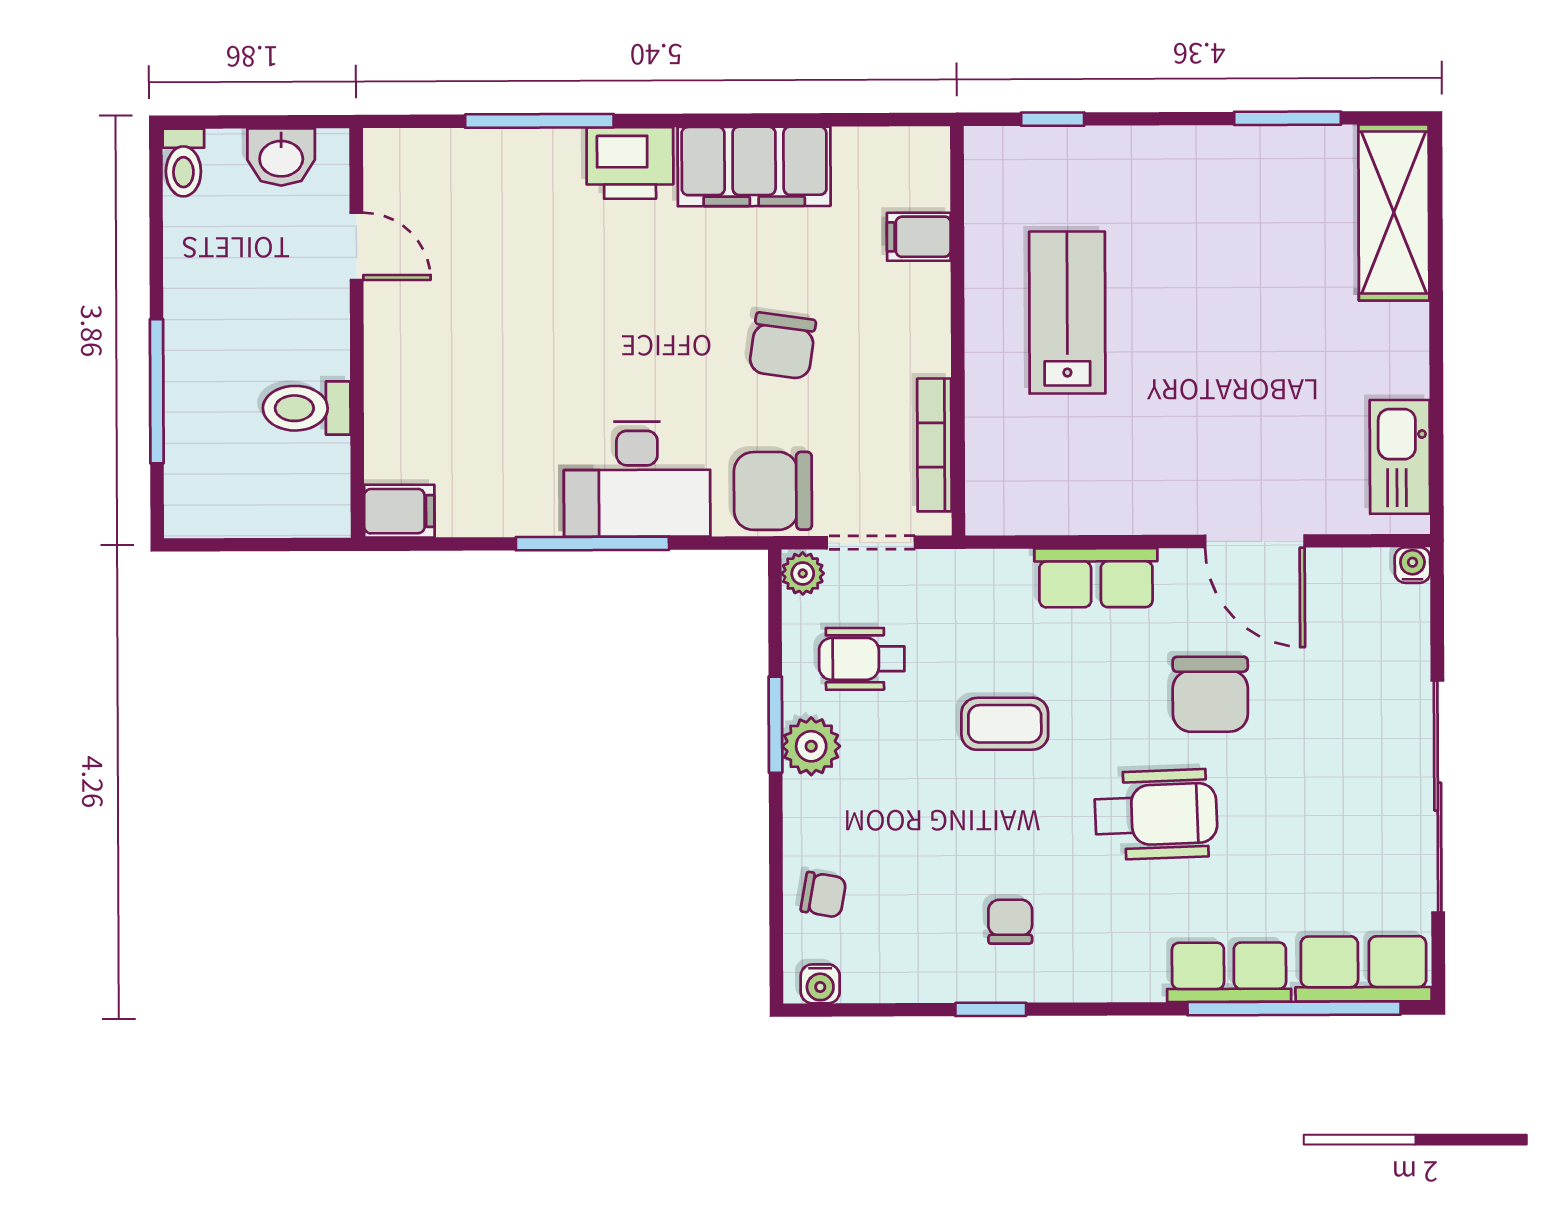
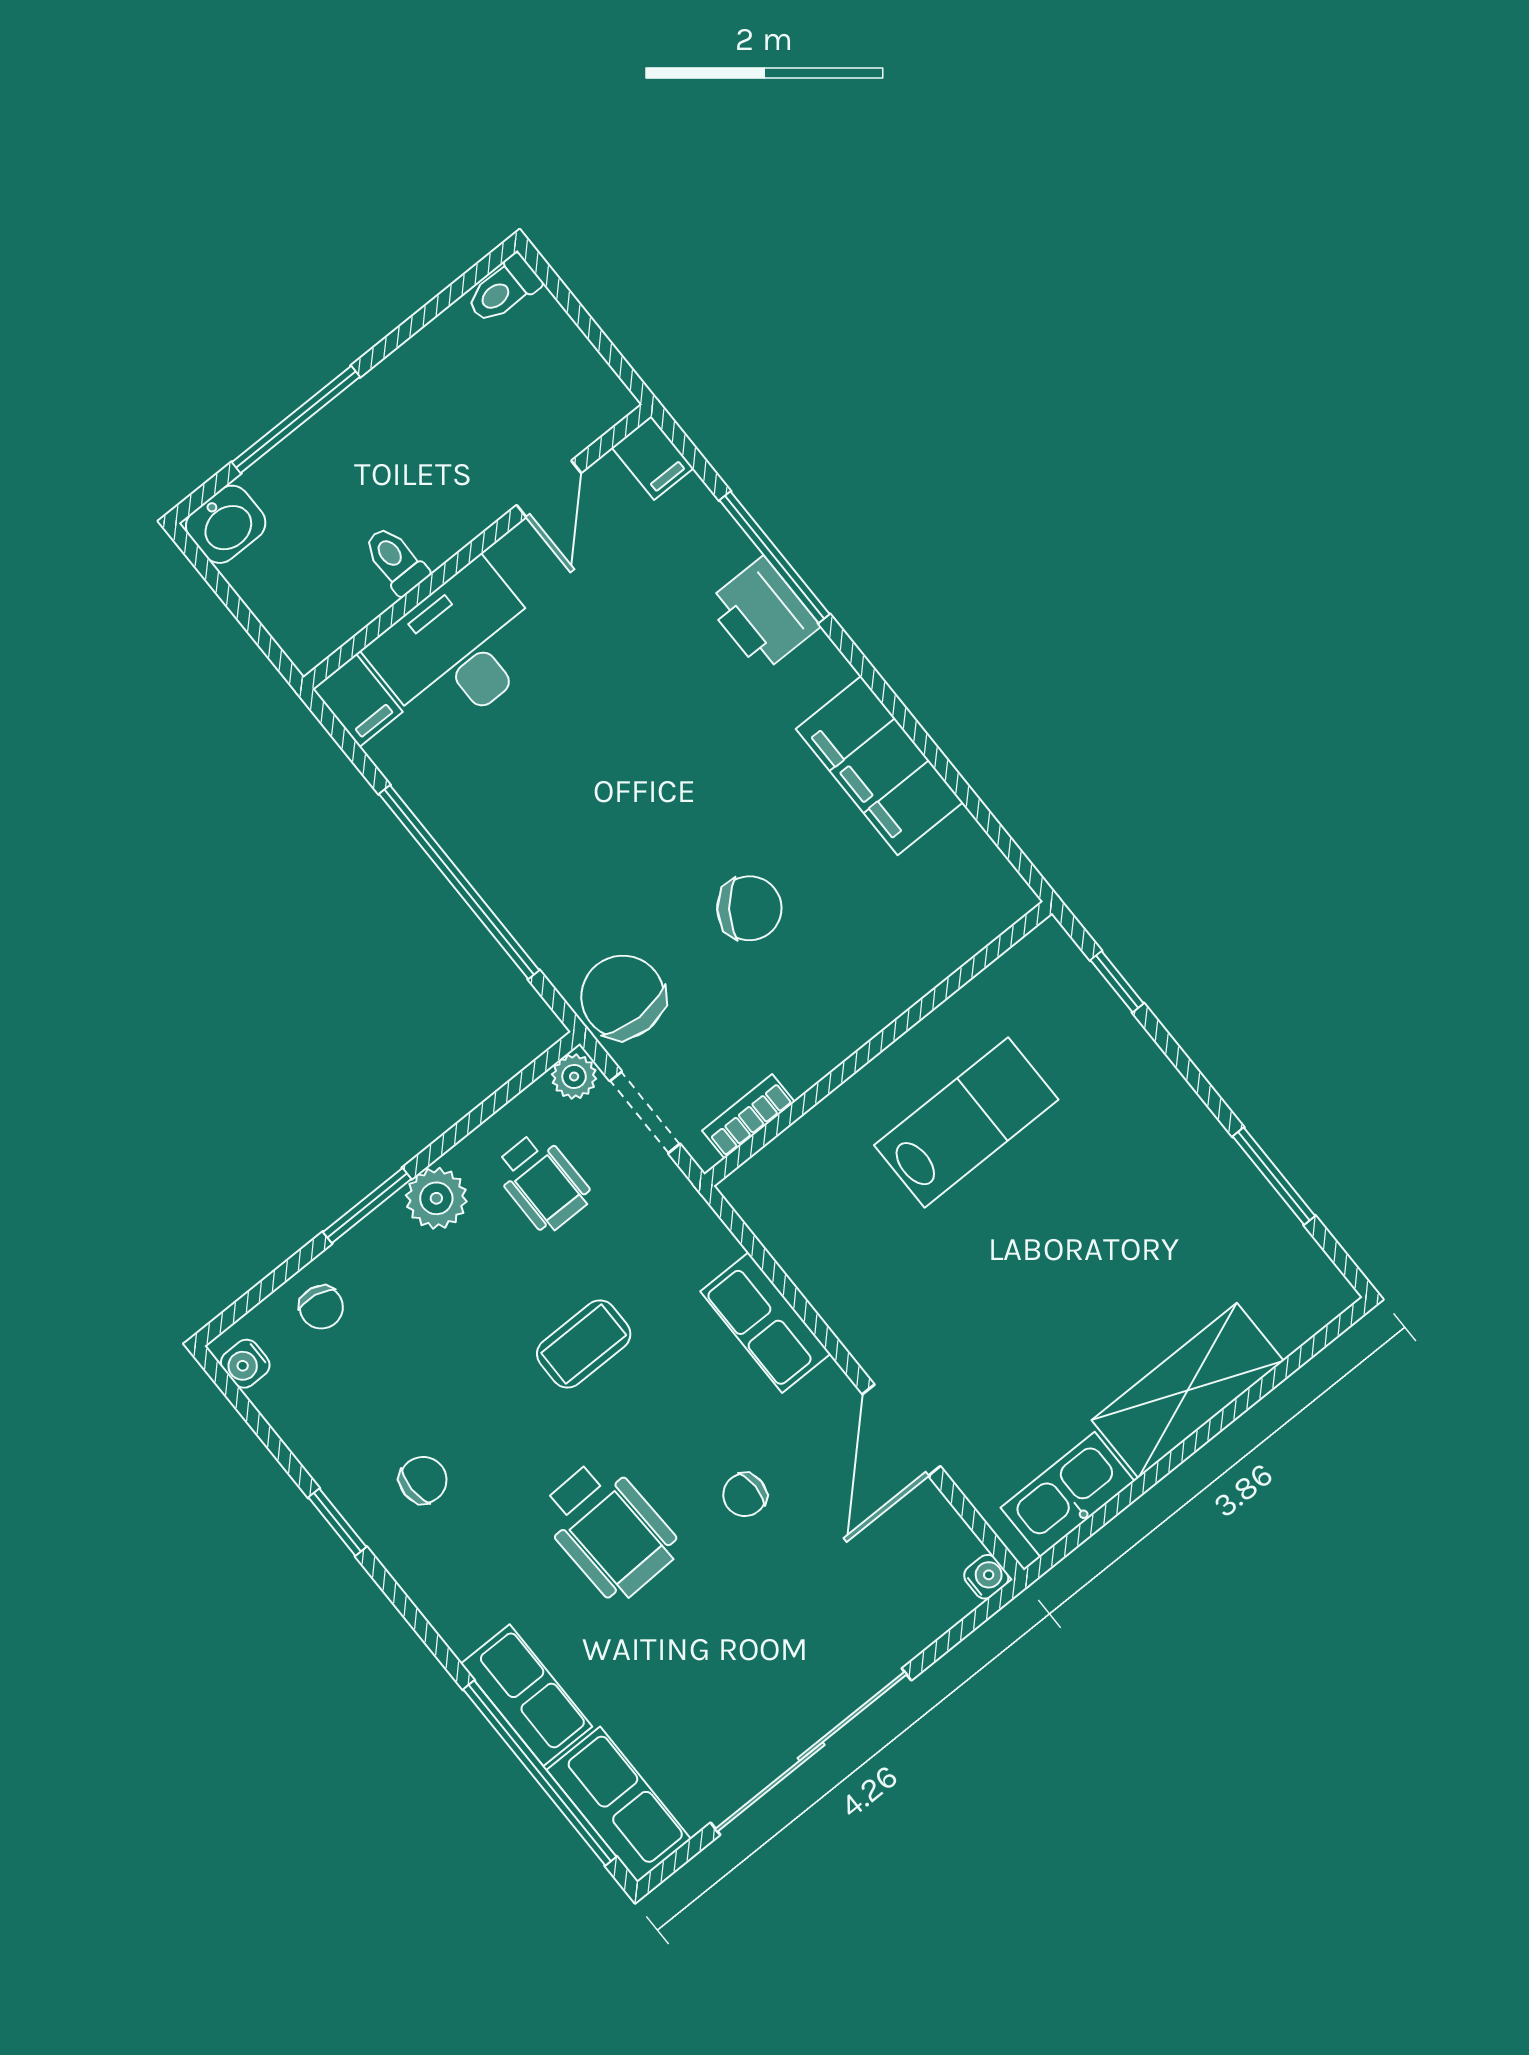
washbasin: (281, 157) -> (226, 524), moved, turned -90
printer: (630, 163) -> (763, 615), moved
shelving: (1394, 213) -> (1188, 1390), moved
filing cabinet: (919, 237) -> (653, 458), moved, turned 180
chair: (782, 346) -> (749, 908), turned -151
toilet: (307, 408) -> (396, 560), width x0.73, depth x0.72
bookcase: (934, 445) -> (748, 1116), width x0.64
desk: (637, 479) -> (459, 649), moved, turned 90
window: (592, 544) -> (459, 882), width x1.46
wheelchair: (862, 659) -> (542, 1182), turned 180
chair: (1210, 694) -> (745, 1495), width x0.54, depth x0.54
coffee table: (1005, 724) -> (584, 1344), turned 90
window: (775, 725) -> (367, 1205), moved

